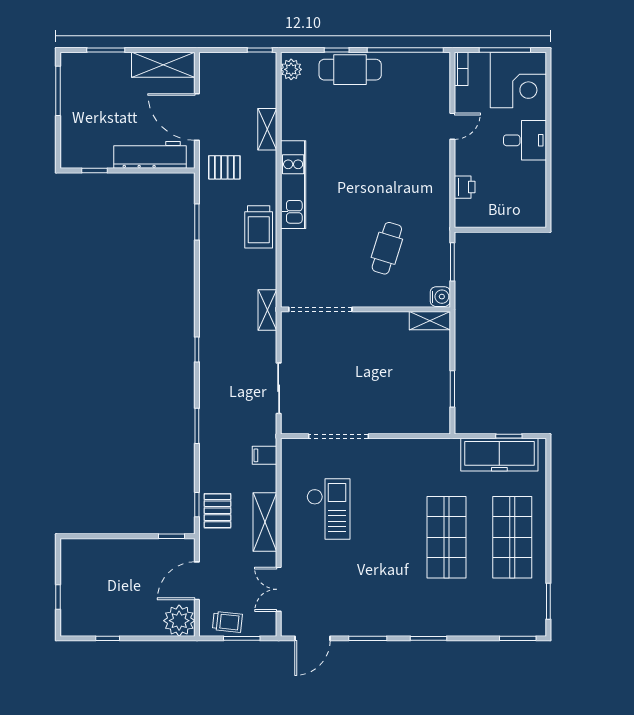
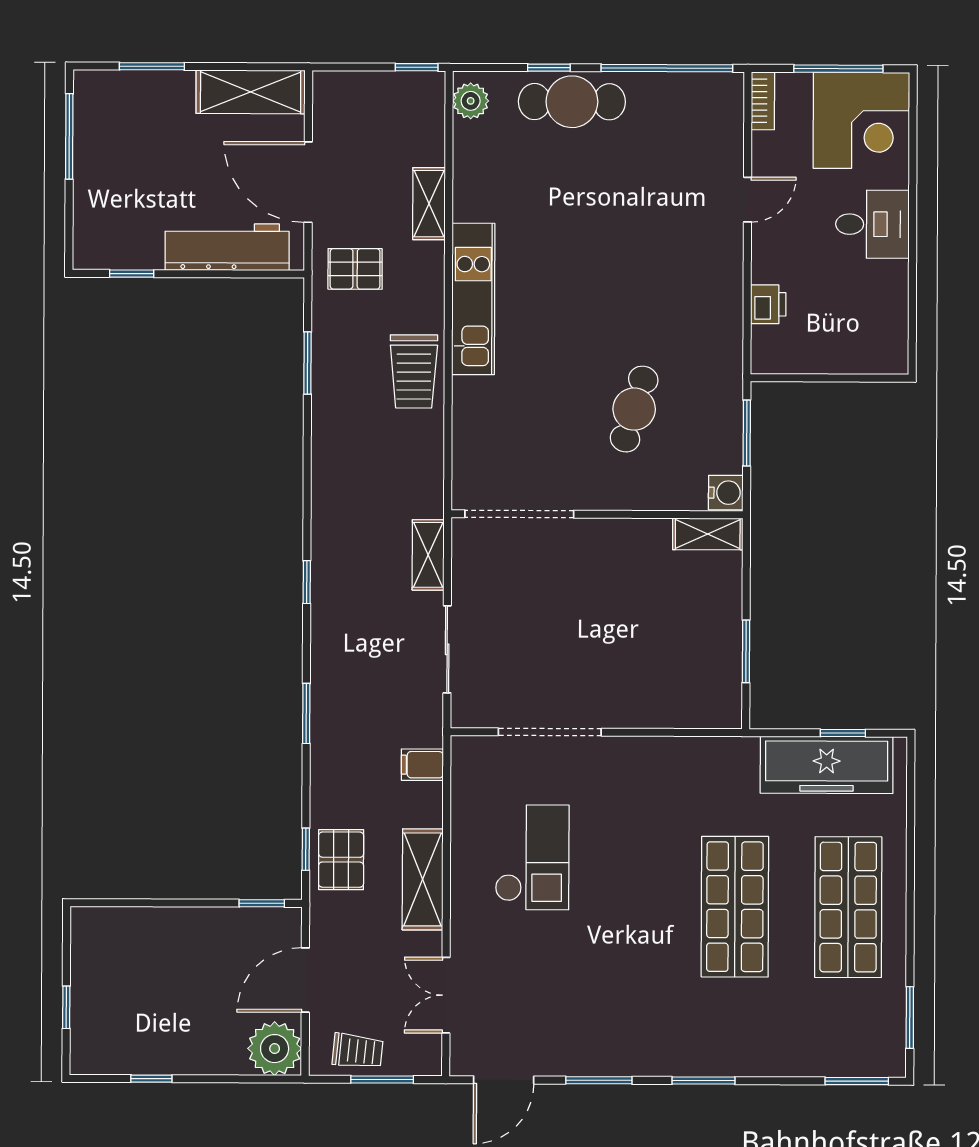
shelving: (267, 310) -> (428, 555), moved

